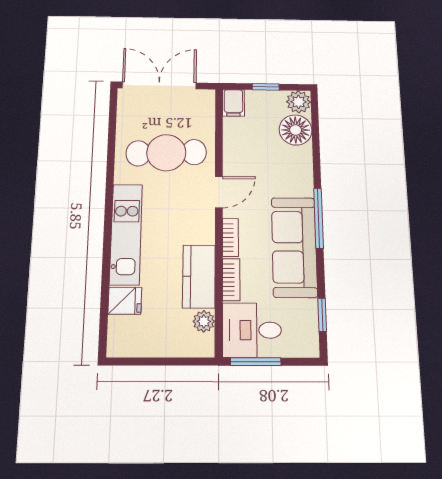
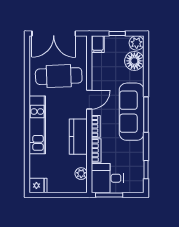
double door: (159, 85) -> (54, 33), swing flipped
sofa: (294, 247) -> (132, 112), moved
kitchen counter: (199, 276) -> (78, 137), moved
fridge: (125, 301) -> (38, 186), moved

